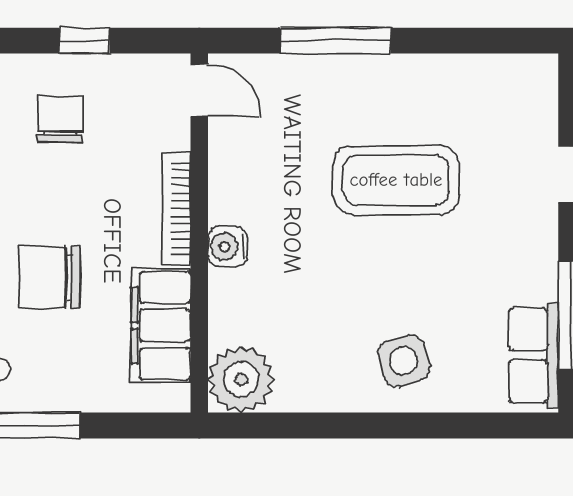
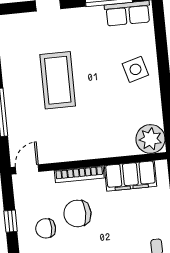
water cooler: (228, 247) -> (94, 150), removed
chair: (50, 278) -> (77, 213), moved, turned 90

